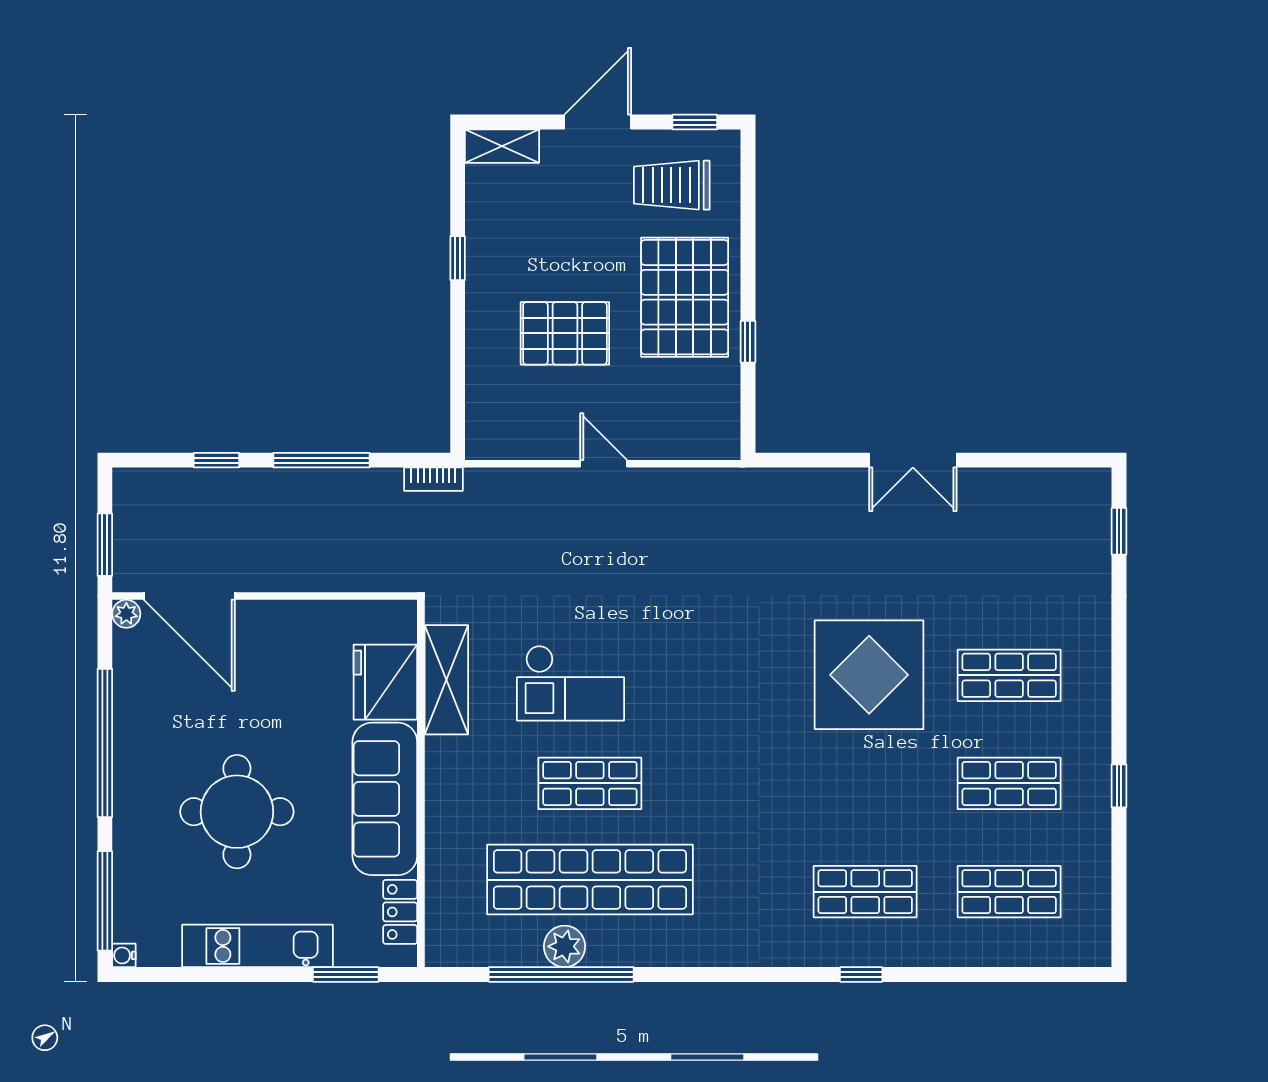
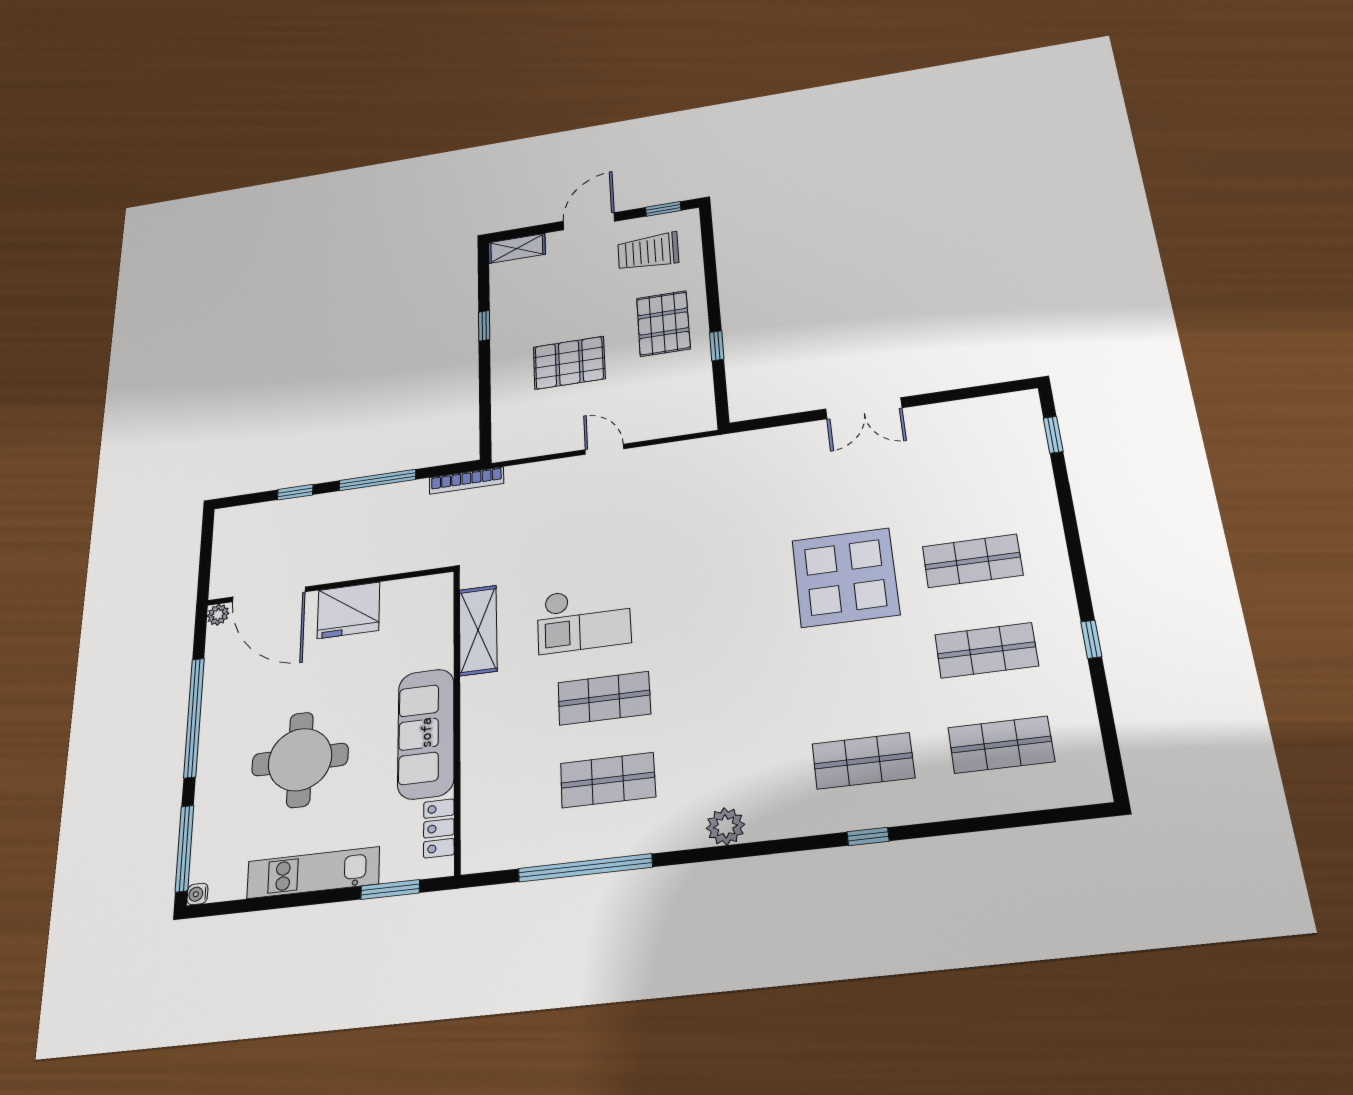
pallet: (685, 297) -> (663, 323), width x0.73, depth x0.71
bookcase: (433, 479) -> (466, 481), width x1.56
window: (105, 545) -> (205, 566), removed
fridge: (385, 682) -> (349, 610), moved, turned -90
shop shelf: (590, 880) -> (608, 780), width x0.50, depth x0.74
plant: (565, 946) -> (725, 826), moved

